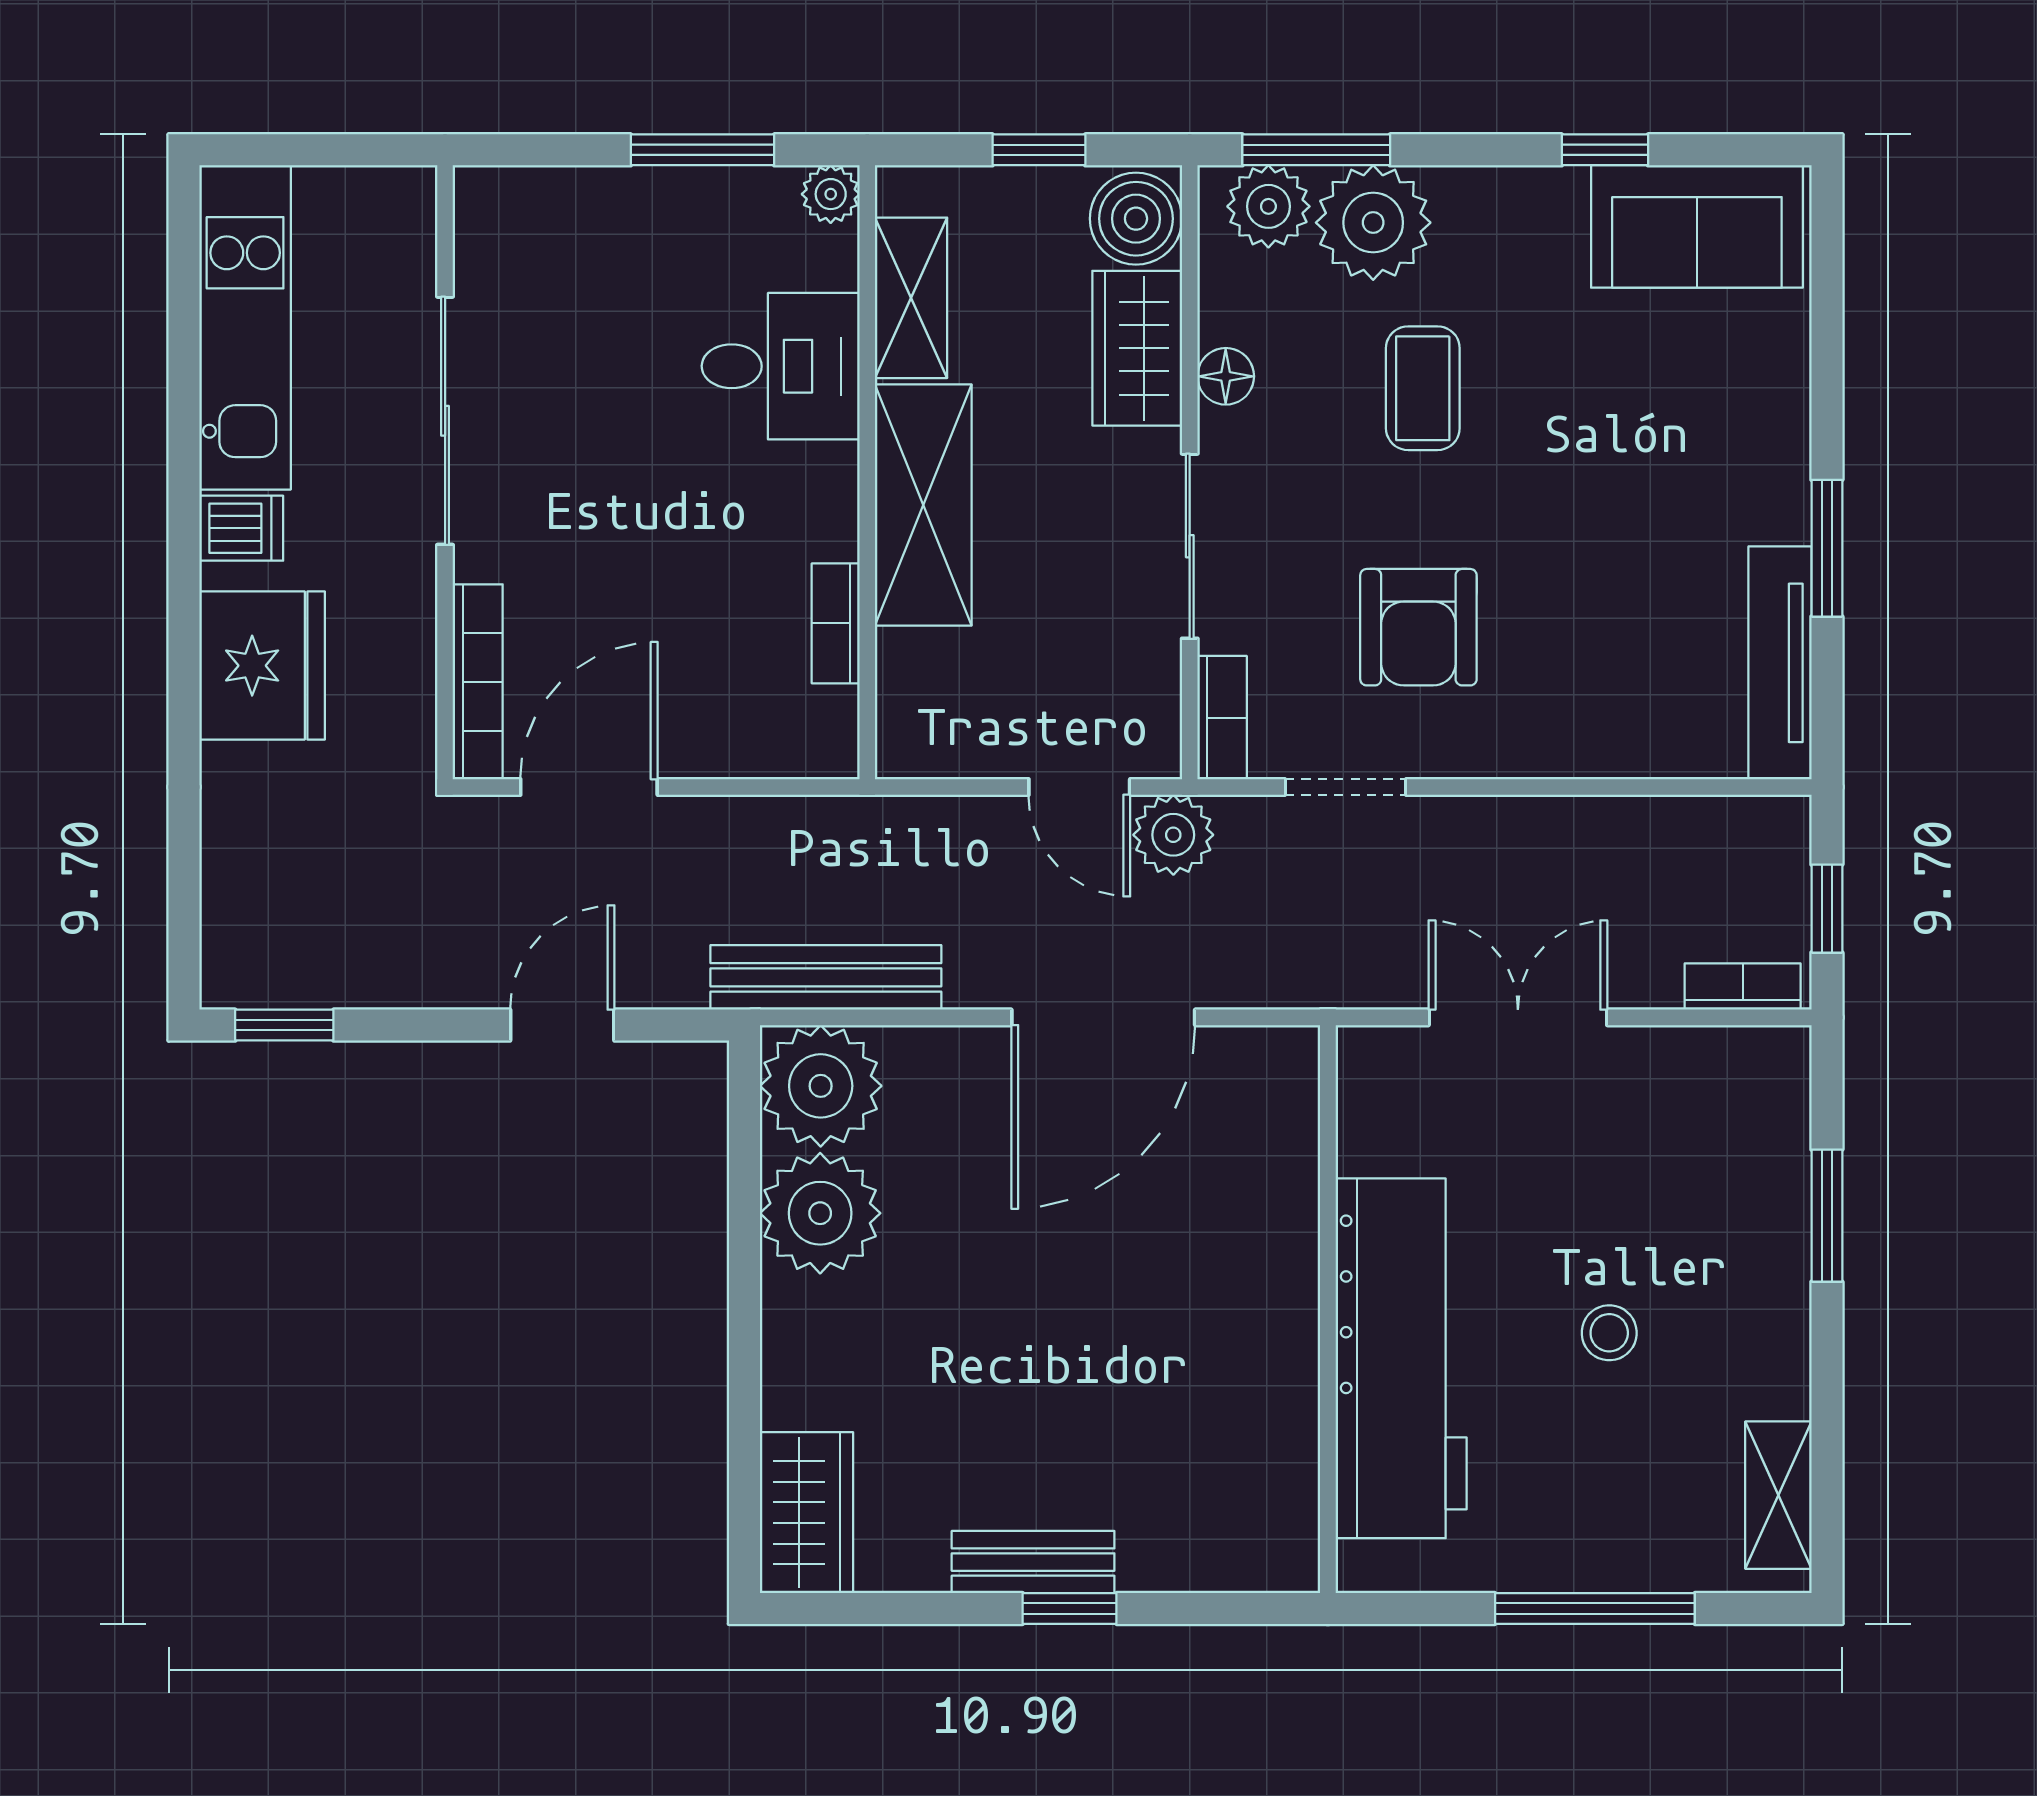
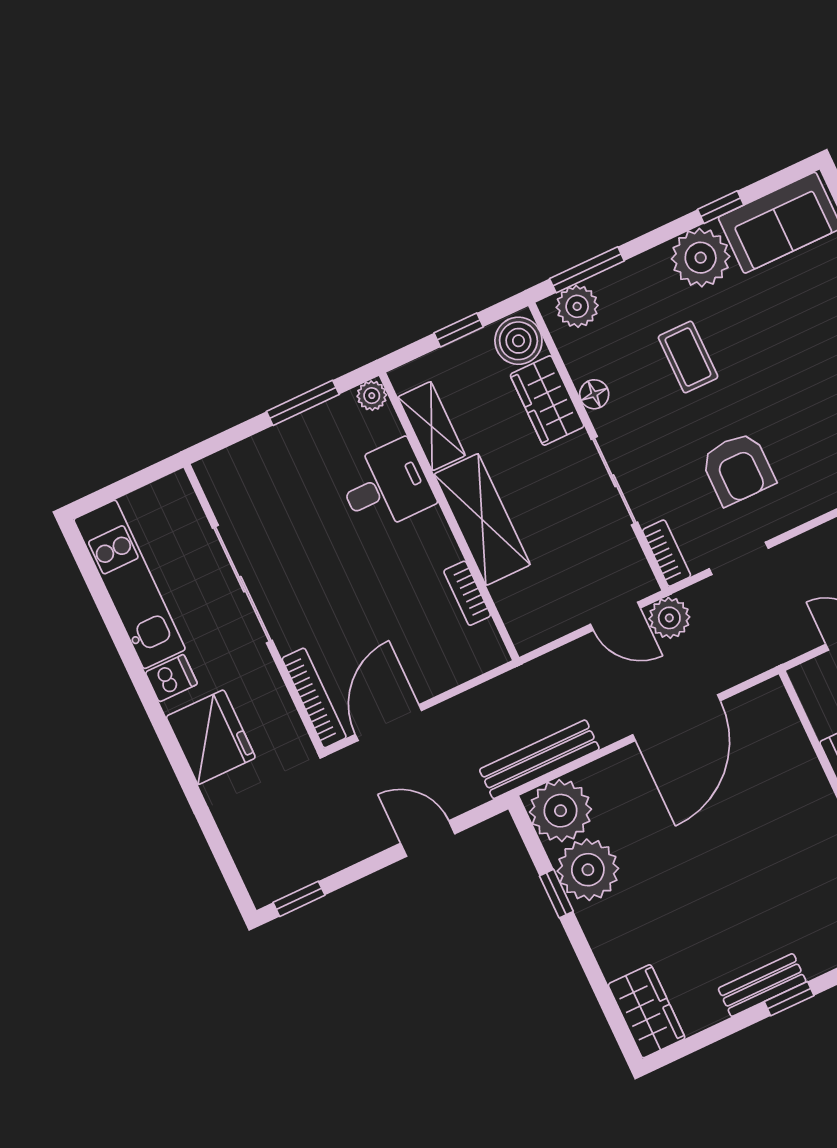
plant: (1373, 223) -> (701, 258), moved
door: (562, 1025) -> (428, 839), hinge flipped
window: (744, 1229) -> (556, 894), added

